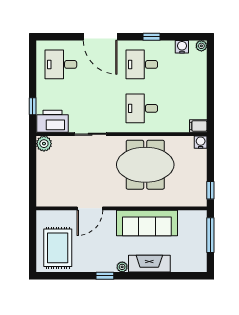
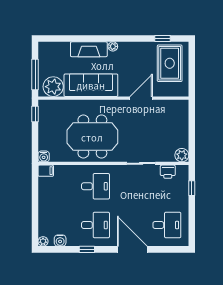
printer: (53, 121) -> (168, 172), width x0.53, depth x0.68
plant: (190, 221) -> (53, 87), added
window: (105, 276) -> (162, 39), moved

